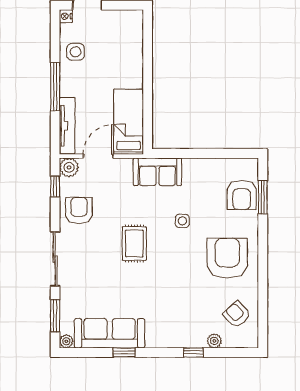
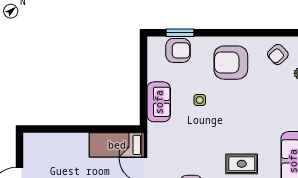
sofa: (157, 172) -> (159, 102), moved
rug: (134, 243) -> (242, 164), moved

